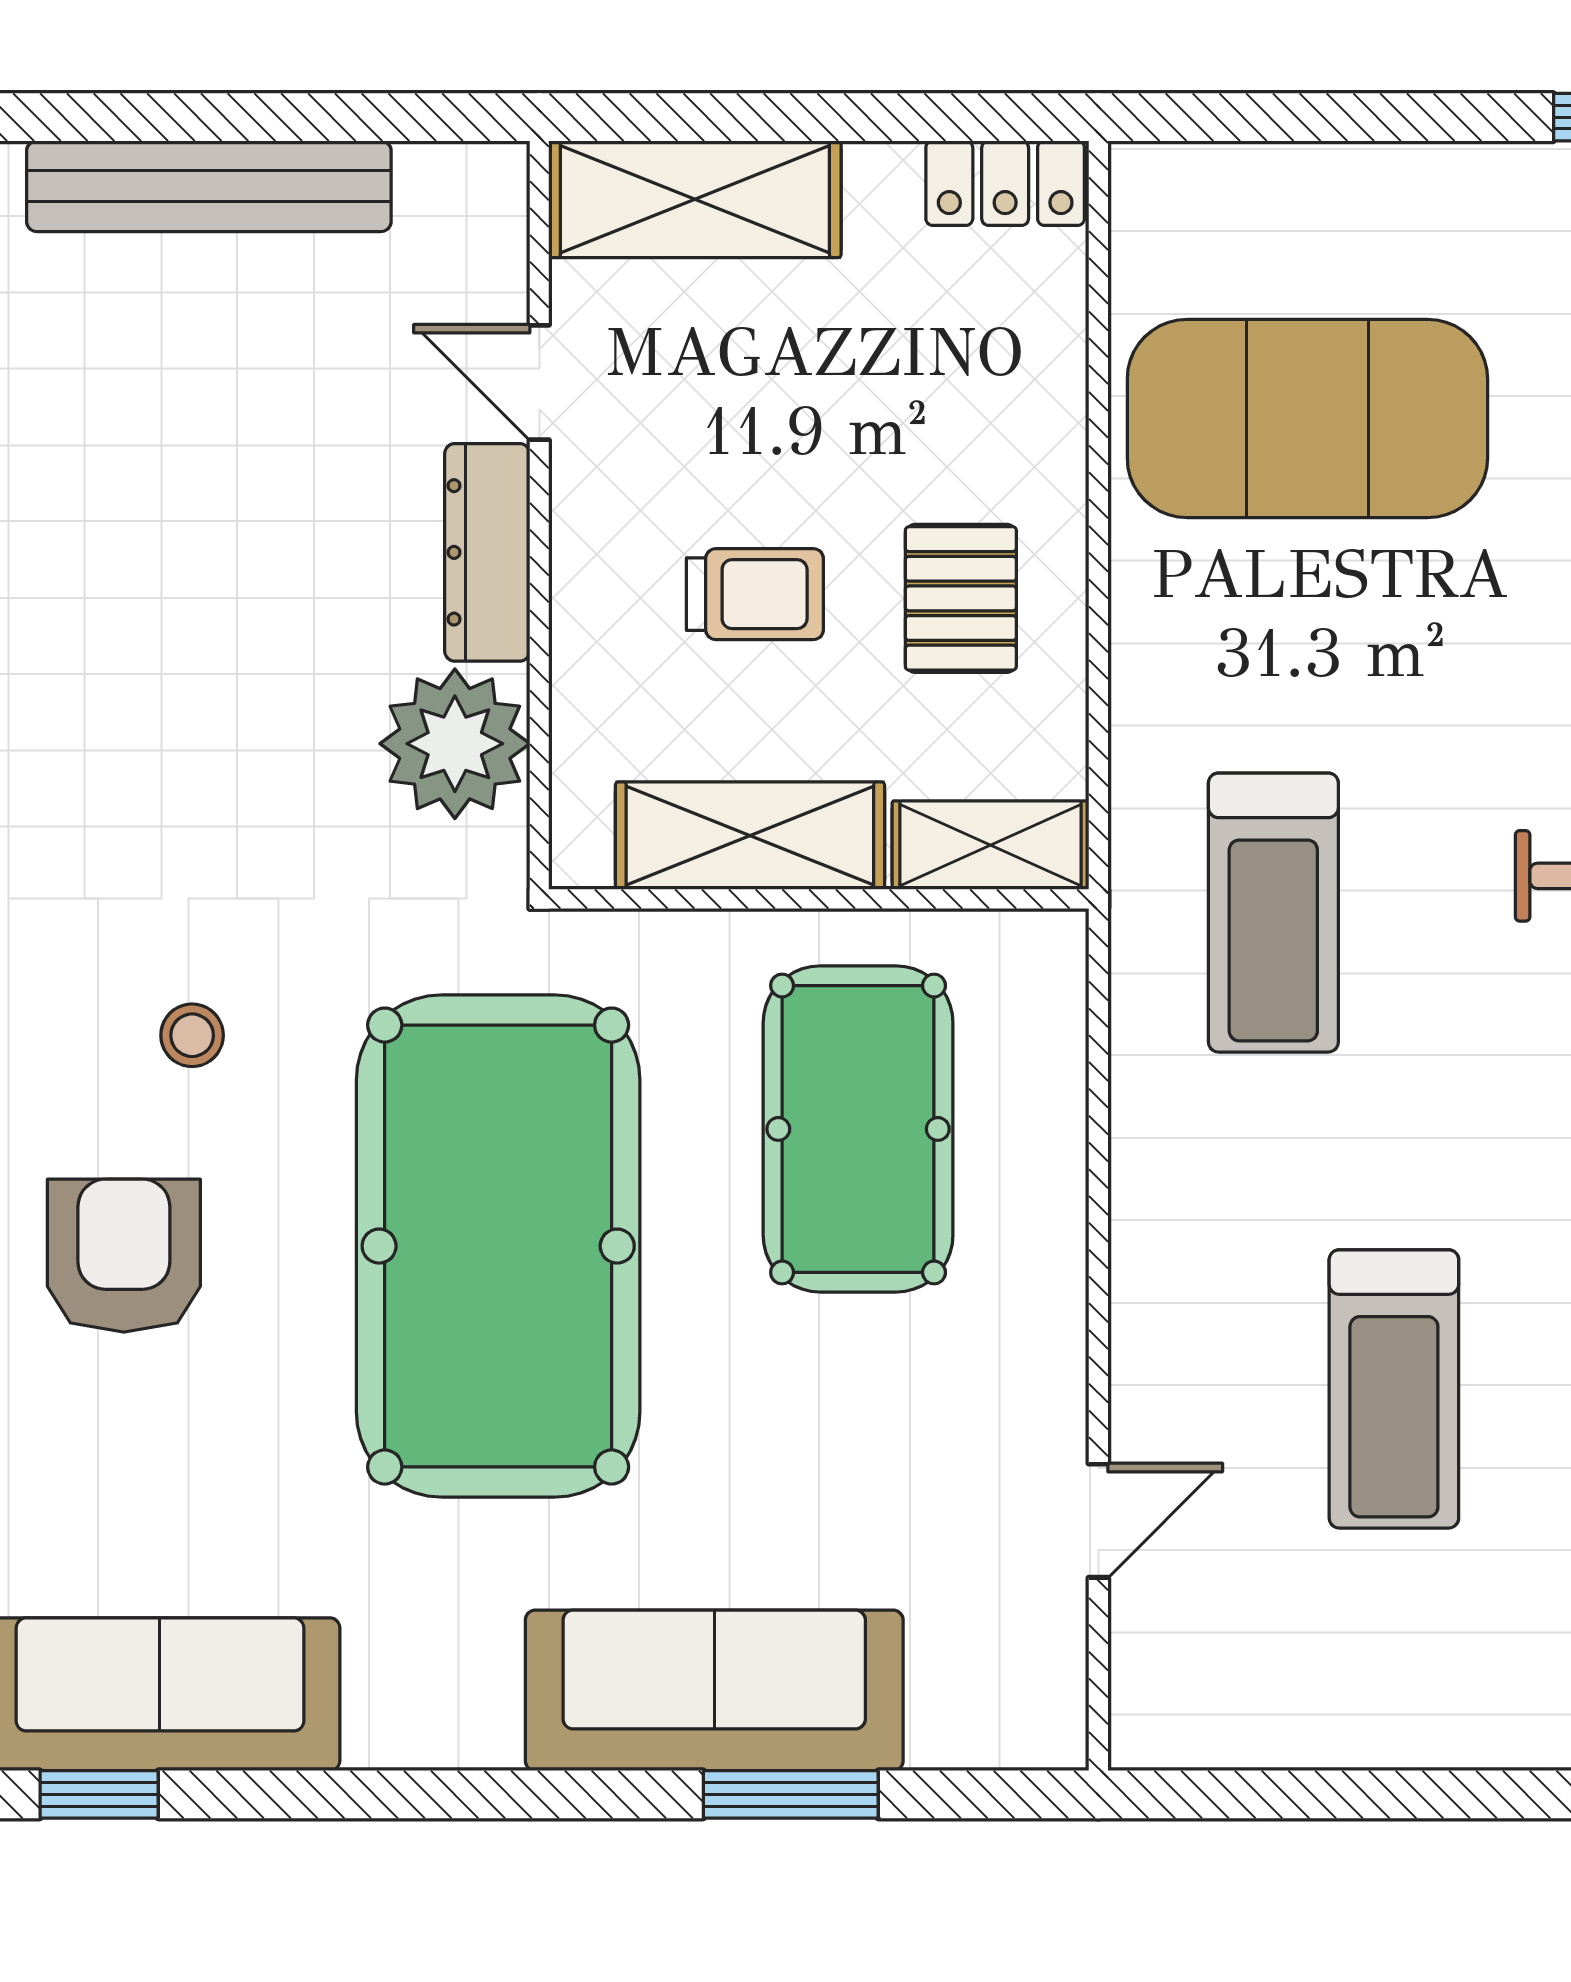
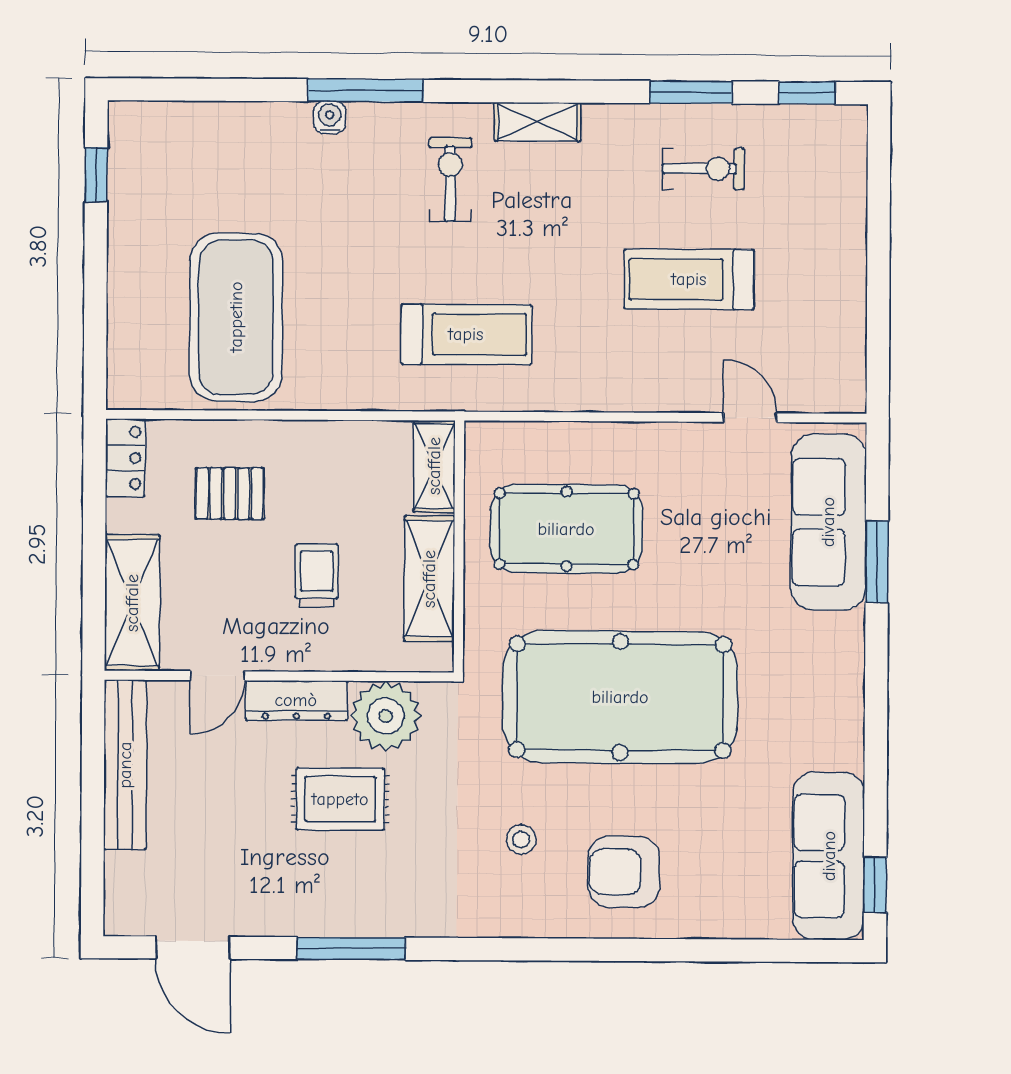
bench: (209, 186) -> (125, 765), moved
pallet: (961, 598) -> (230, 494), moved
rug: (276, 647) -> (340, 799), added
treadmill: (1394, 1389) -> (689, 279), turned 180
sofa: (714, 1690) -> (828, 522), moved

